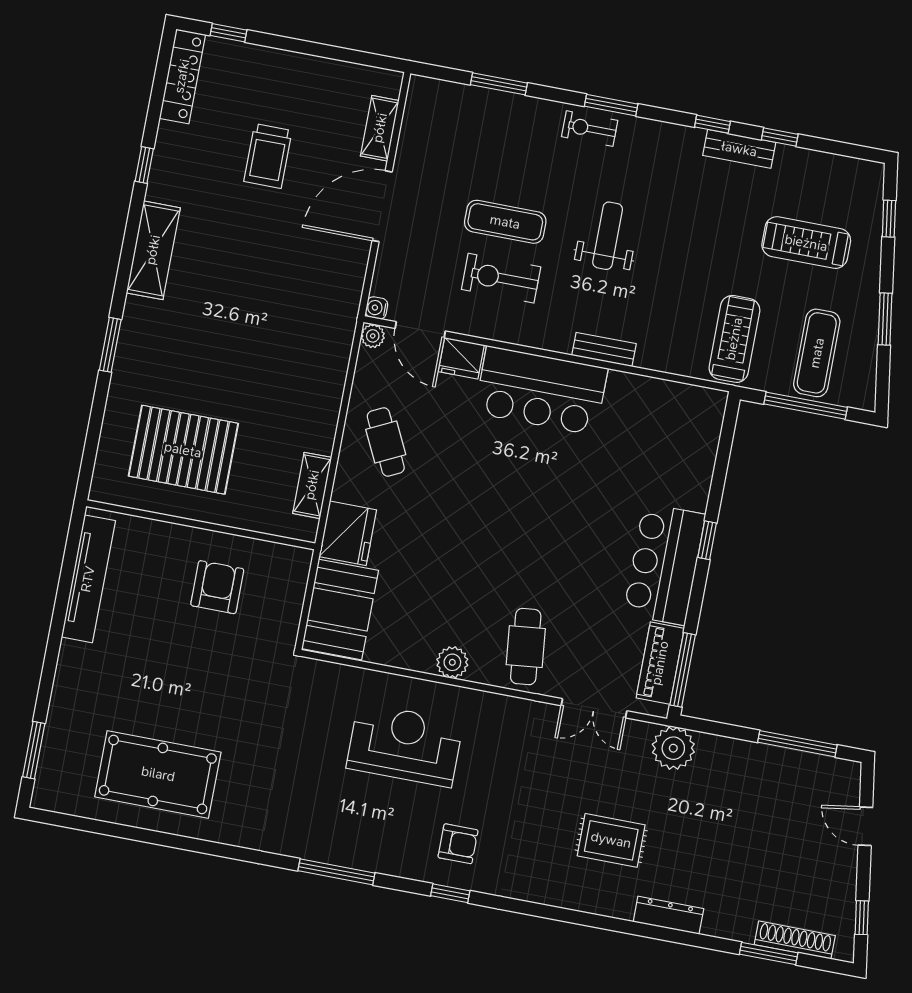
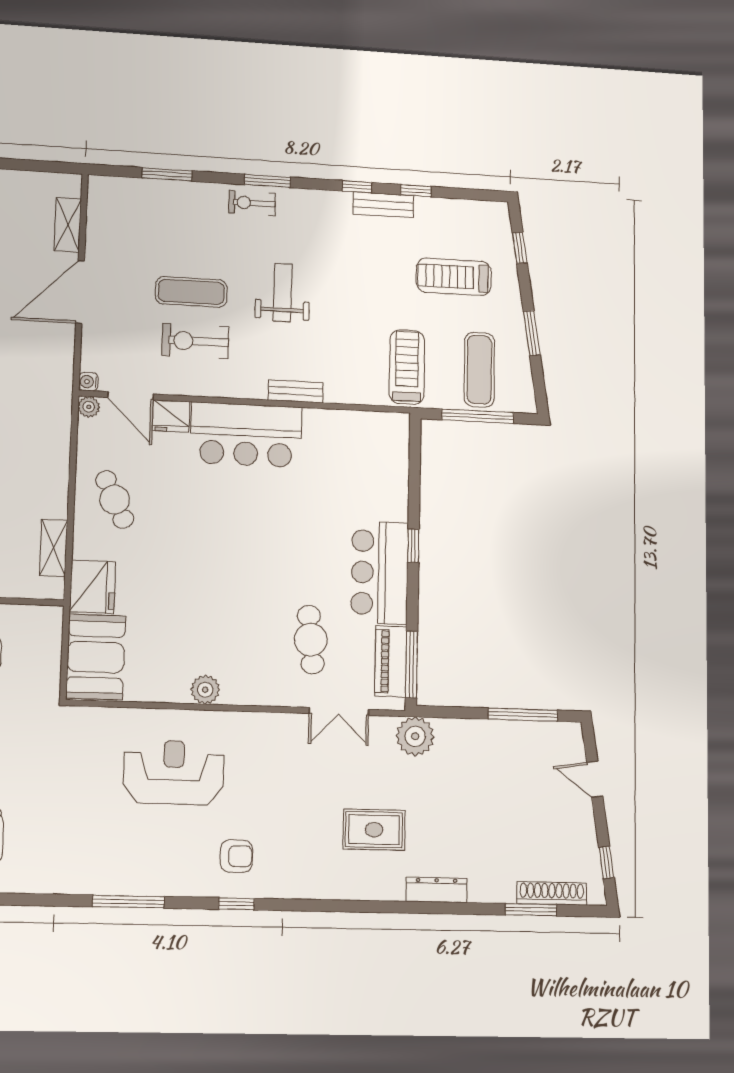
cafe table: (526, 647) -> (311, 640), moved

